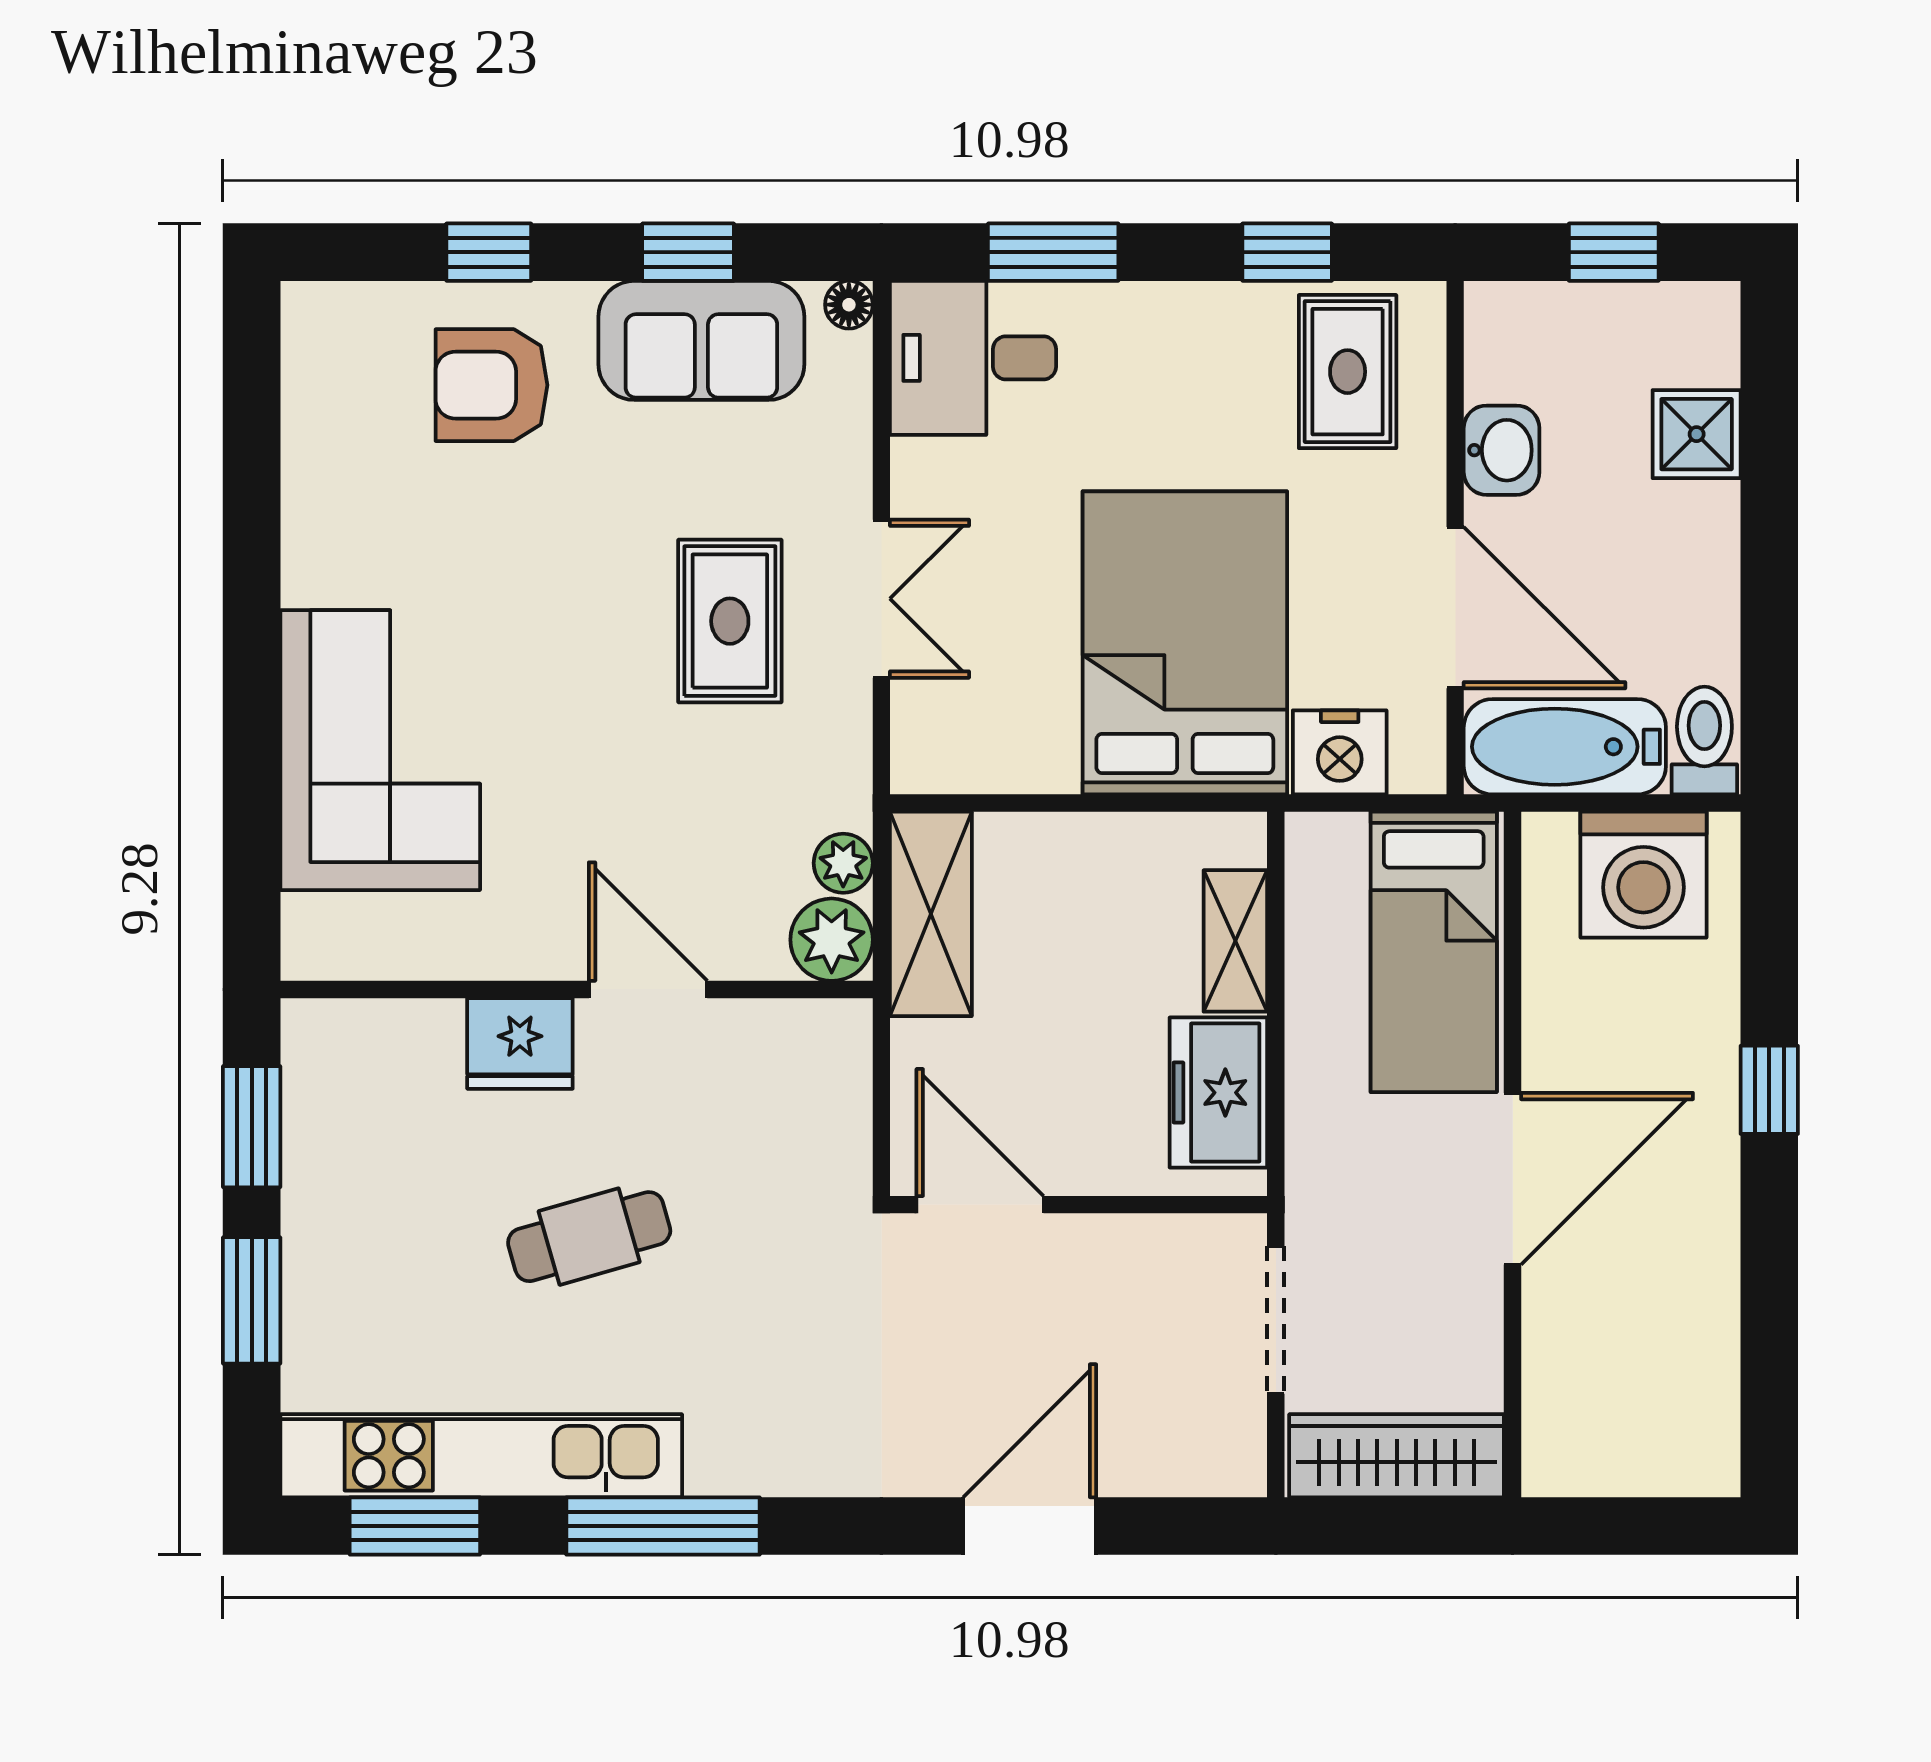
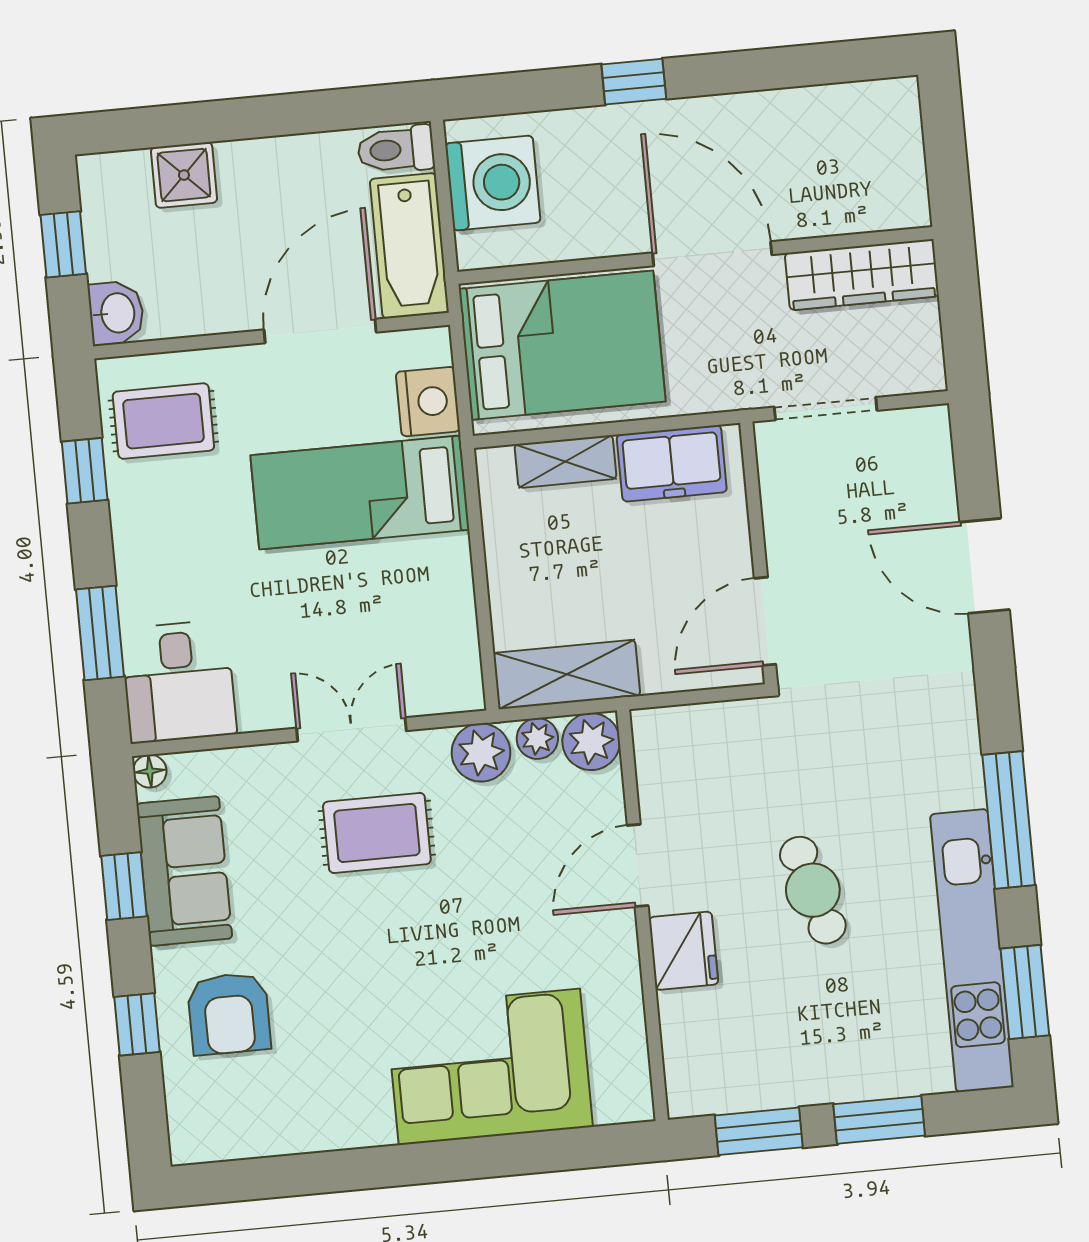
washbasin: (1502, 450) -> (116, 313), moved, turned 90
bed: (1185, 643) -> (360, 492), width x0.67
plant: (831, 781) -> (481, 753), added
bed: (1434, 952) -> (562, 345), width x1.50
wardrobe: (1397, 1456) -> (862, 275), moved, turned -90

